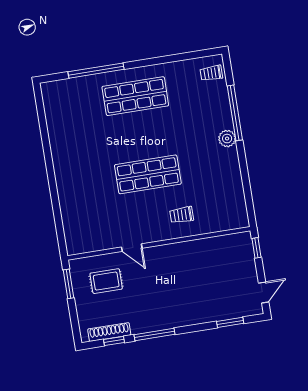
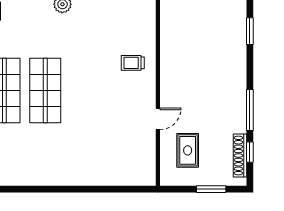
shop shelf: (148, 174) -> (45, 91), moved
trolley: (182, 215) -> (133, 63), turned 90
window: (69, 284) -> (211, 189), moved

